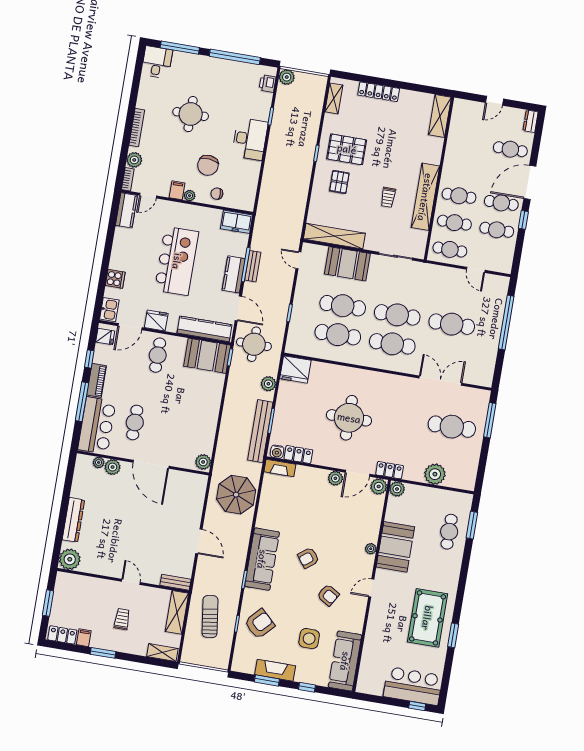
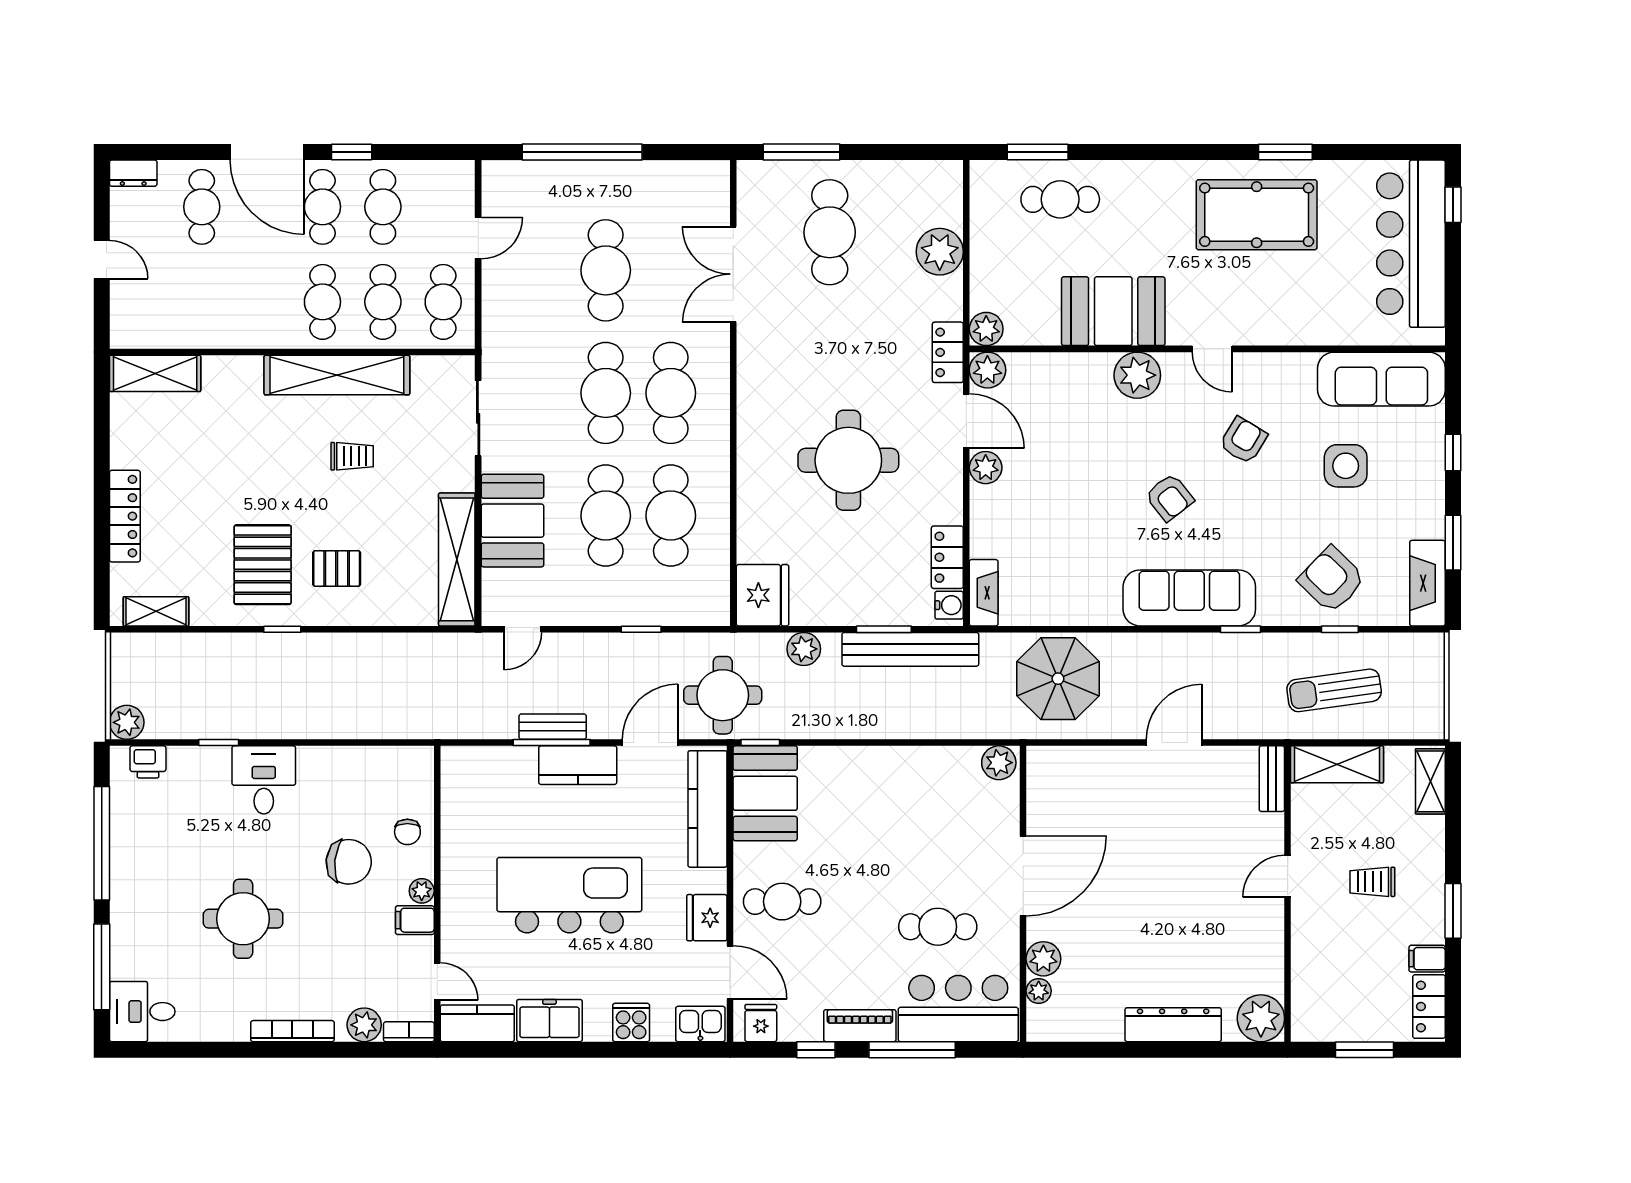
desk: (250, 139) -> (264, 780), width x0.73
freezer: (237, 222) -> (549, 1021), moved, turned -90
plant: (371, 549) -> (1137, 375), width x1.87, depth x1.87
fireplace: (275, 670) -> (1427, 583), moved
bar counter: (413, 686) -> (1411, 244), width x1.36

